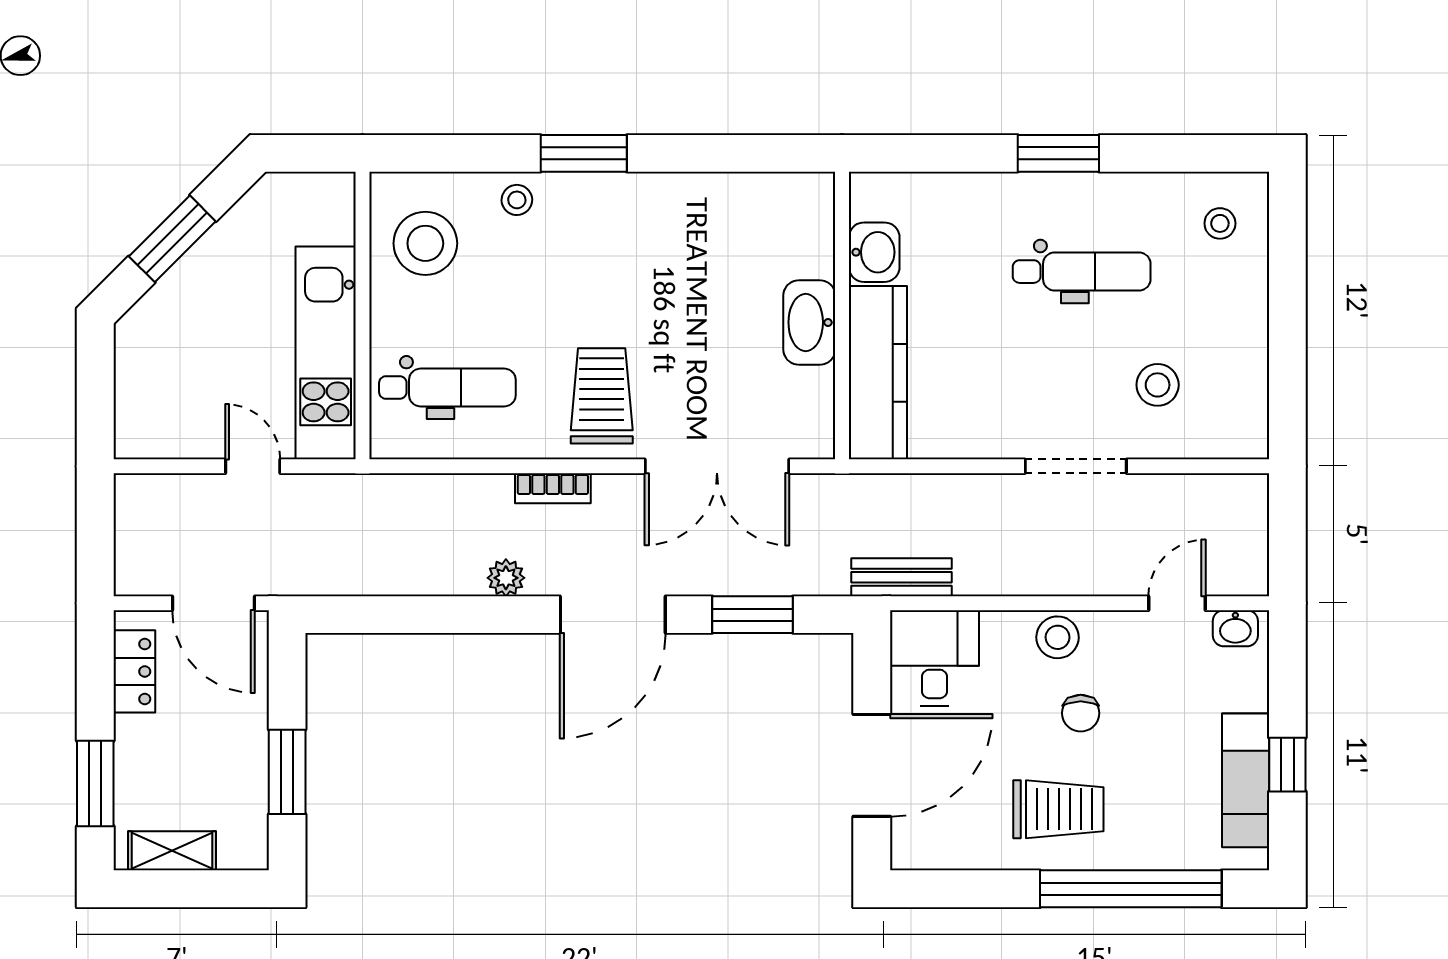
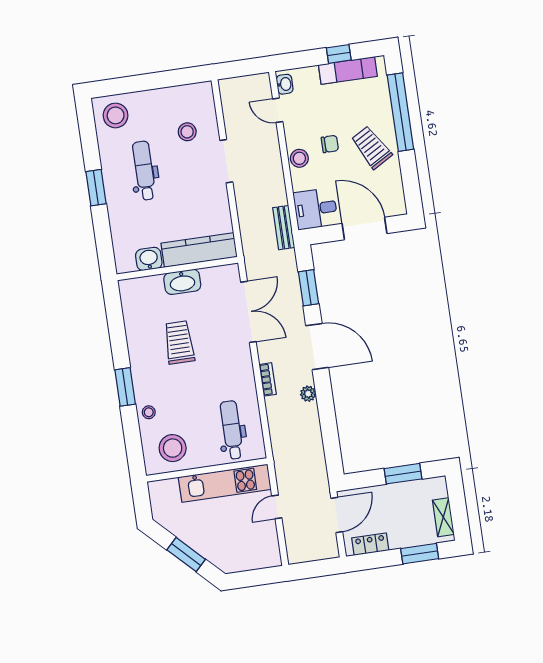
stool: (1220, 223) -> (116, 115), width x1.89, depth x1.89
trolley: (602, 396) -> (179, 342), moved, turned 90
trolley: (1058, 809) -> (371, 147), turned -30

